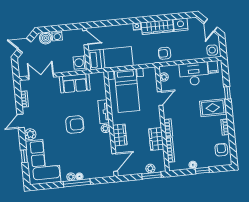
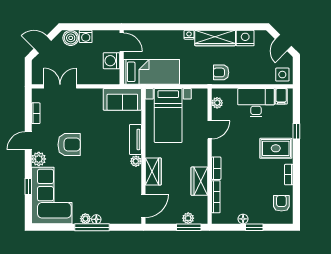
washing machine: (80, 63) -> (111, 61), moved
sofa: (75, 83) -> (122, 99), moved
armchair: (75, 125) -> (69, 145), moved

